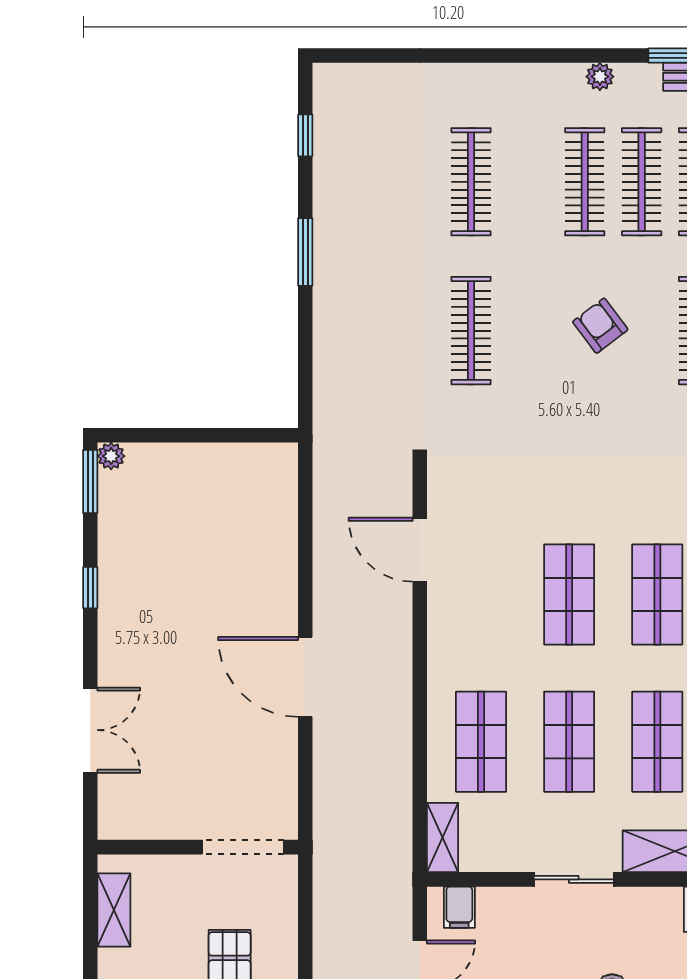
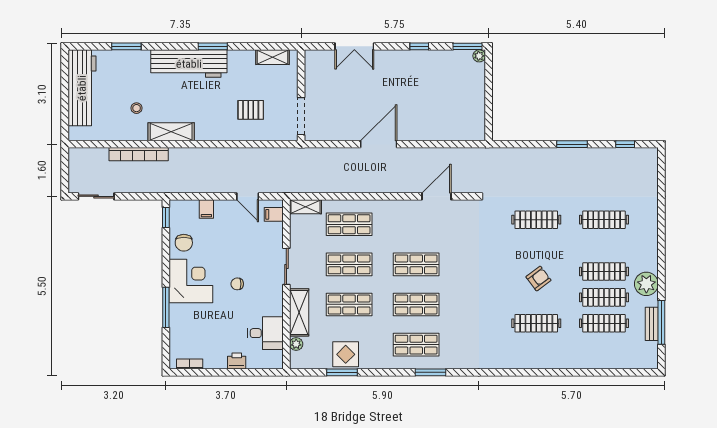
plant: (600, 77) -> (646, 284), width x1.87, depth x1.87

